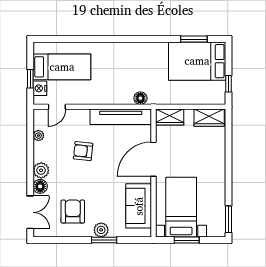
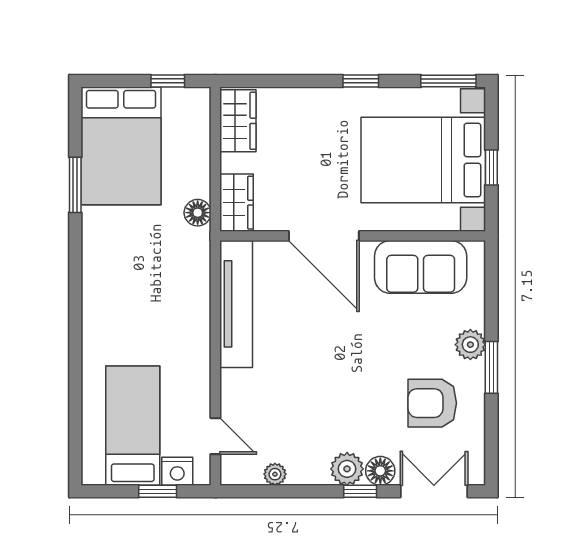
window: (194, 39) -> (75, 185), moved
floor lamp: (140, 98) -> (198, 213), moved
armchair: (83, 151) -> (307, 382), removed
window: (30, 177) -> (360, 491), added
window: (228, 177) -> (361, 81), added
bed with nightstands: (181, 207) -> (423, 160), width x1.36
window: (104, 240) -> (491, 367), moved
window: (187, 240) -> (491, 168), width x0.67

